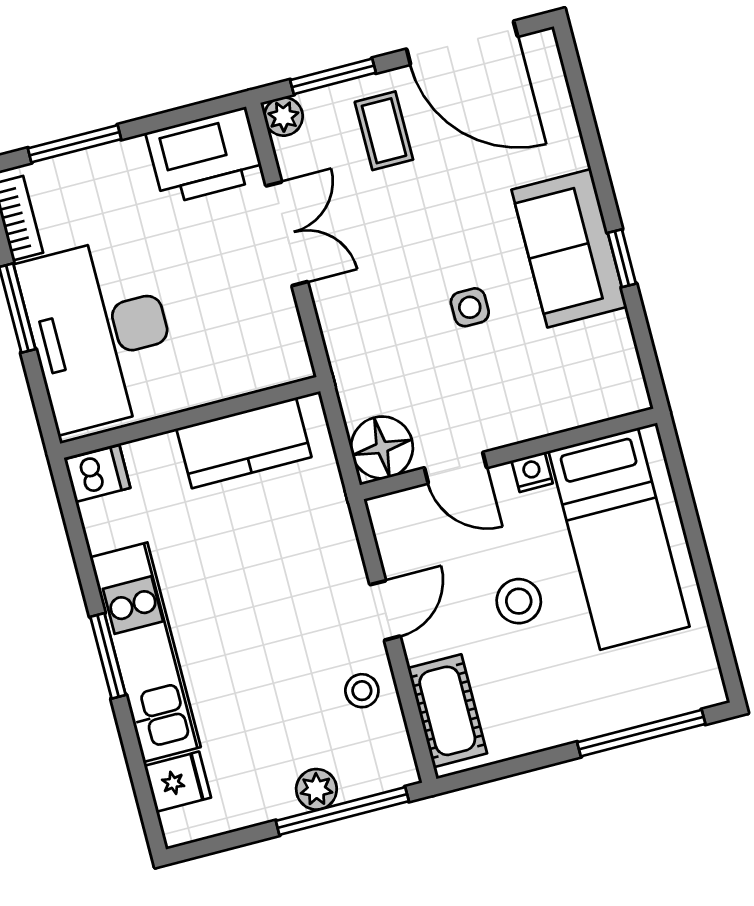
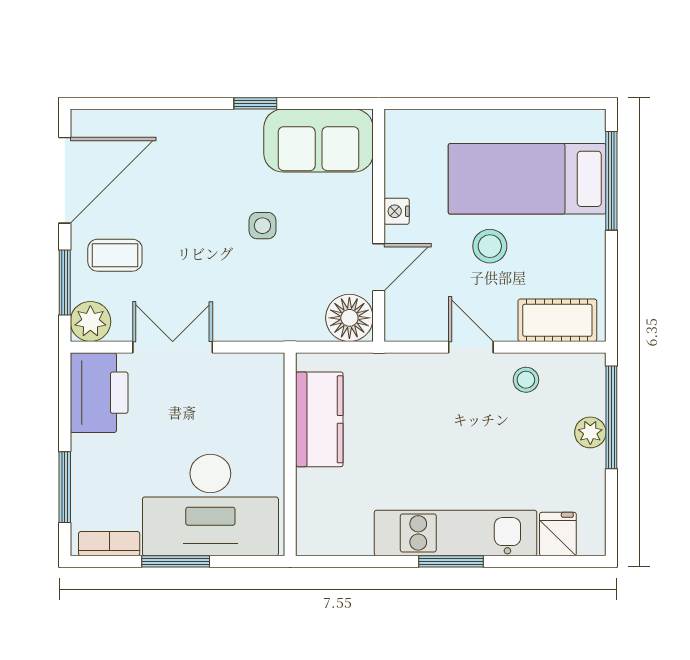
plant: (283, 116) -> (90, 321), width x1.38, depth x1.38
sofa: (569, 248) -> (319, 141), moved
dishwasher: (97, 474) -> (314, 534), removed
bed: (619, 539) -> (527, 179), moved, turned 180

